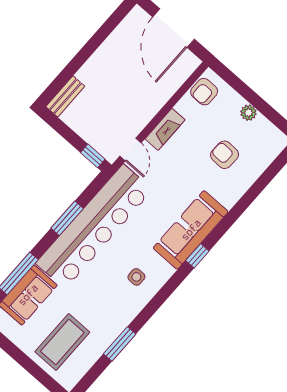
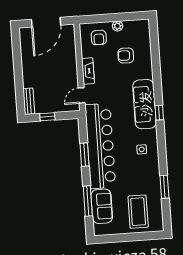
door: (173, 28) -> (46, 22), hinge flipped
armchair: (204, 92) -> (99, 38), moved
door: (130, 149) -> (82, 95), swing flipped
window: (93, 156) -> (47, 117), moved

